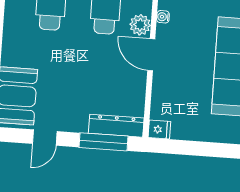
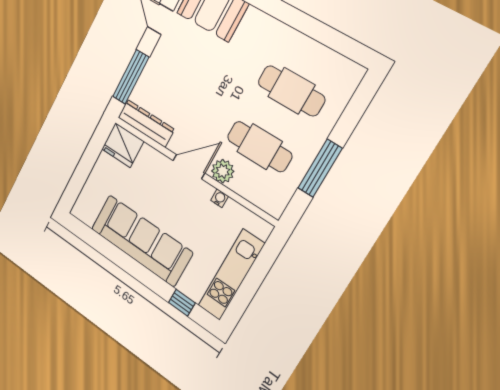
dresser: (116, 126) -> (146, 123), moved, turned -90
fridge: (159, 130) -> (123, 145), width x1.88, depth x1.34

